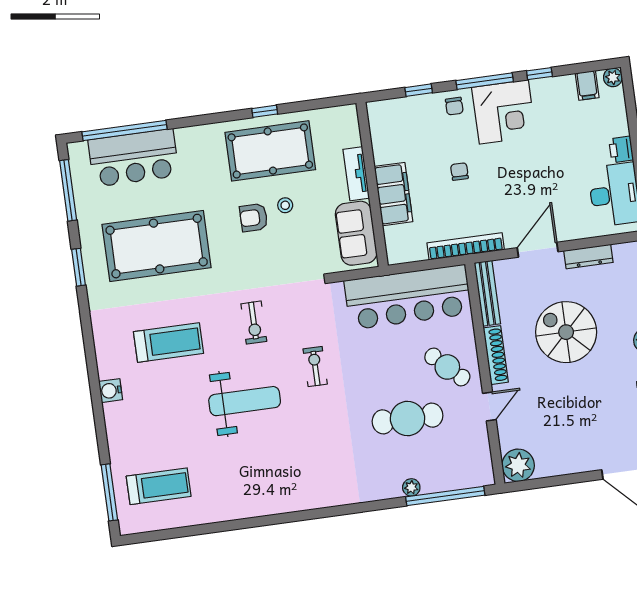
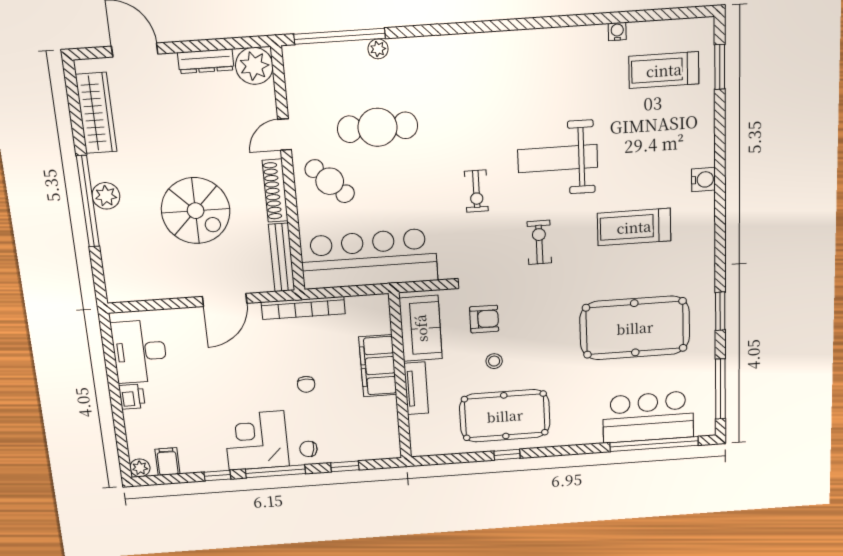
chair: (454, 106) -> (308, 449), turned -81
armchair: (254, 218) -> (484, 319), moved
dresser: (588, 256) -> (206, 61), moved, turned 180
window: (109, 492) -> (720, 67), width x0.69
water cooler: (204, 517) -> (617, 31), added

